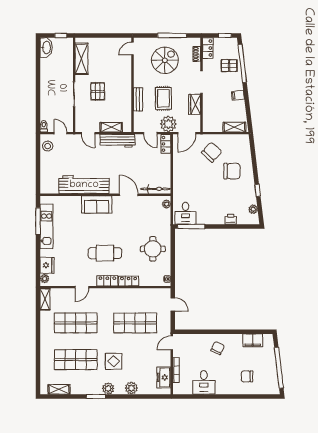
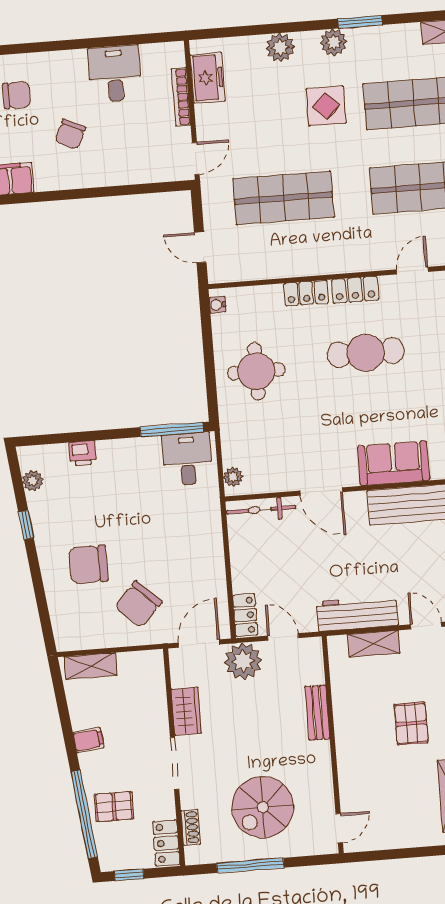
rug: (163, 98) -> (259, 719), removed
chair: (218, 348) -> (70, 134), moved

